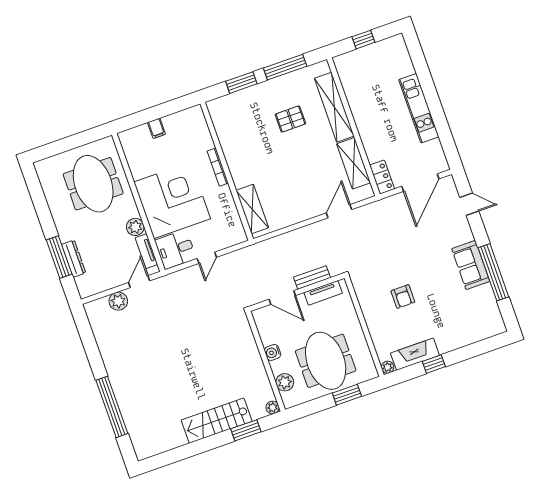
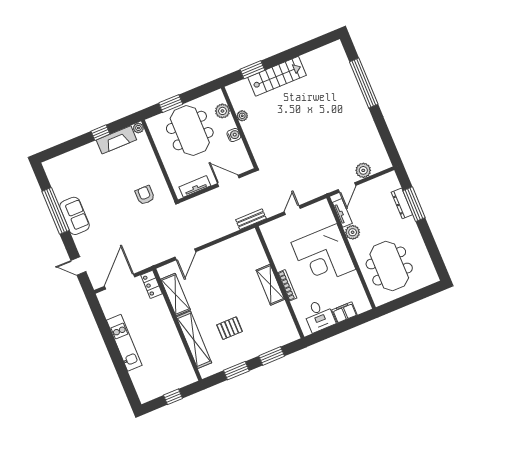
window: (285, 67) -> (236, 371), width x0.69
filing cabinet: (156, 128) -> (344, 312), width x2.00
shelving: (252, 209) -> (270, 285), moved
desk: (175, 249) -> (319, 316), moved, turned 90
bench: (312, 277) -> (251, 219), moved
armchair: (403, 297) -> (145, 195), moved
plant: (273, 407) -> (242, 116), moved

